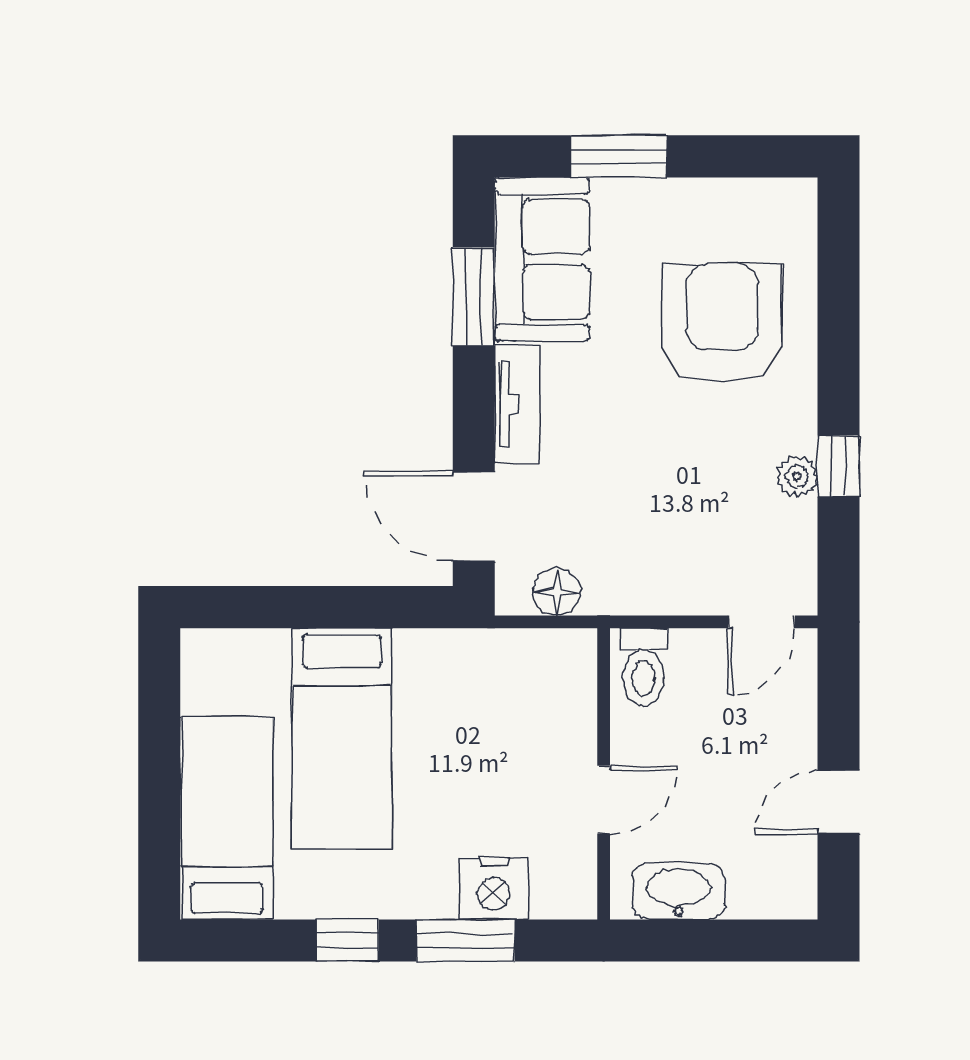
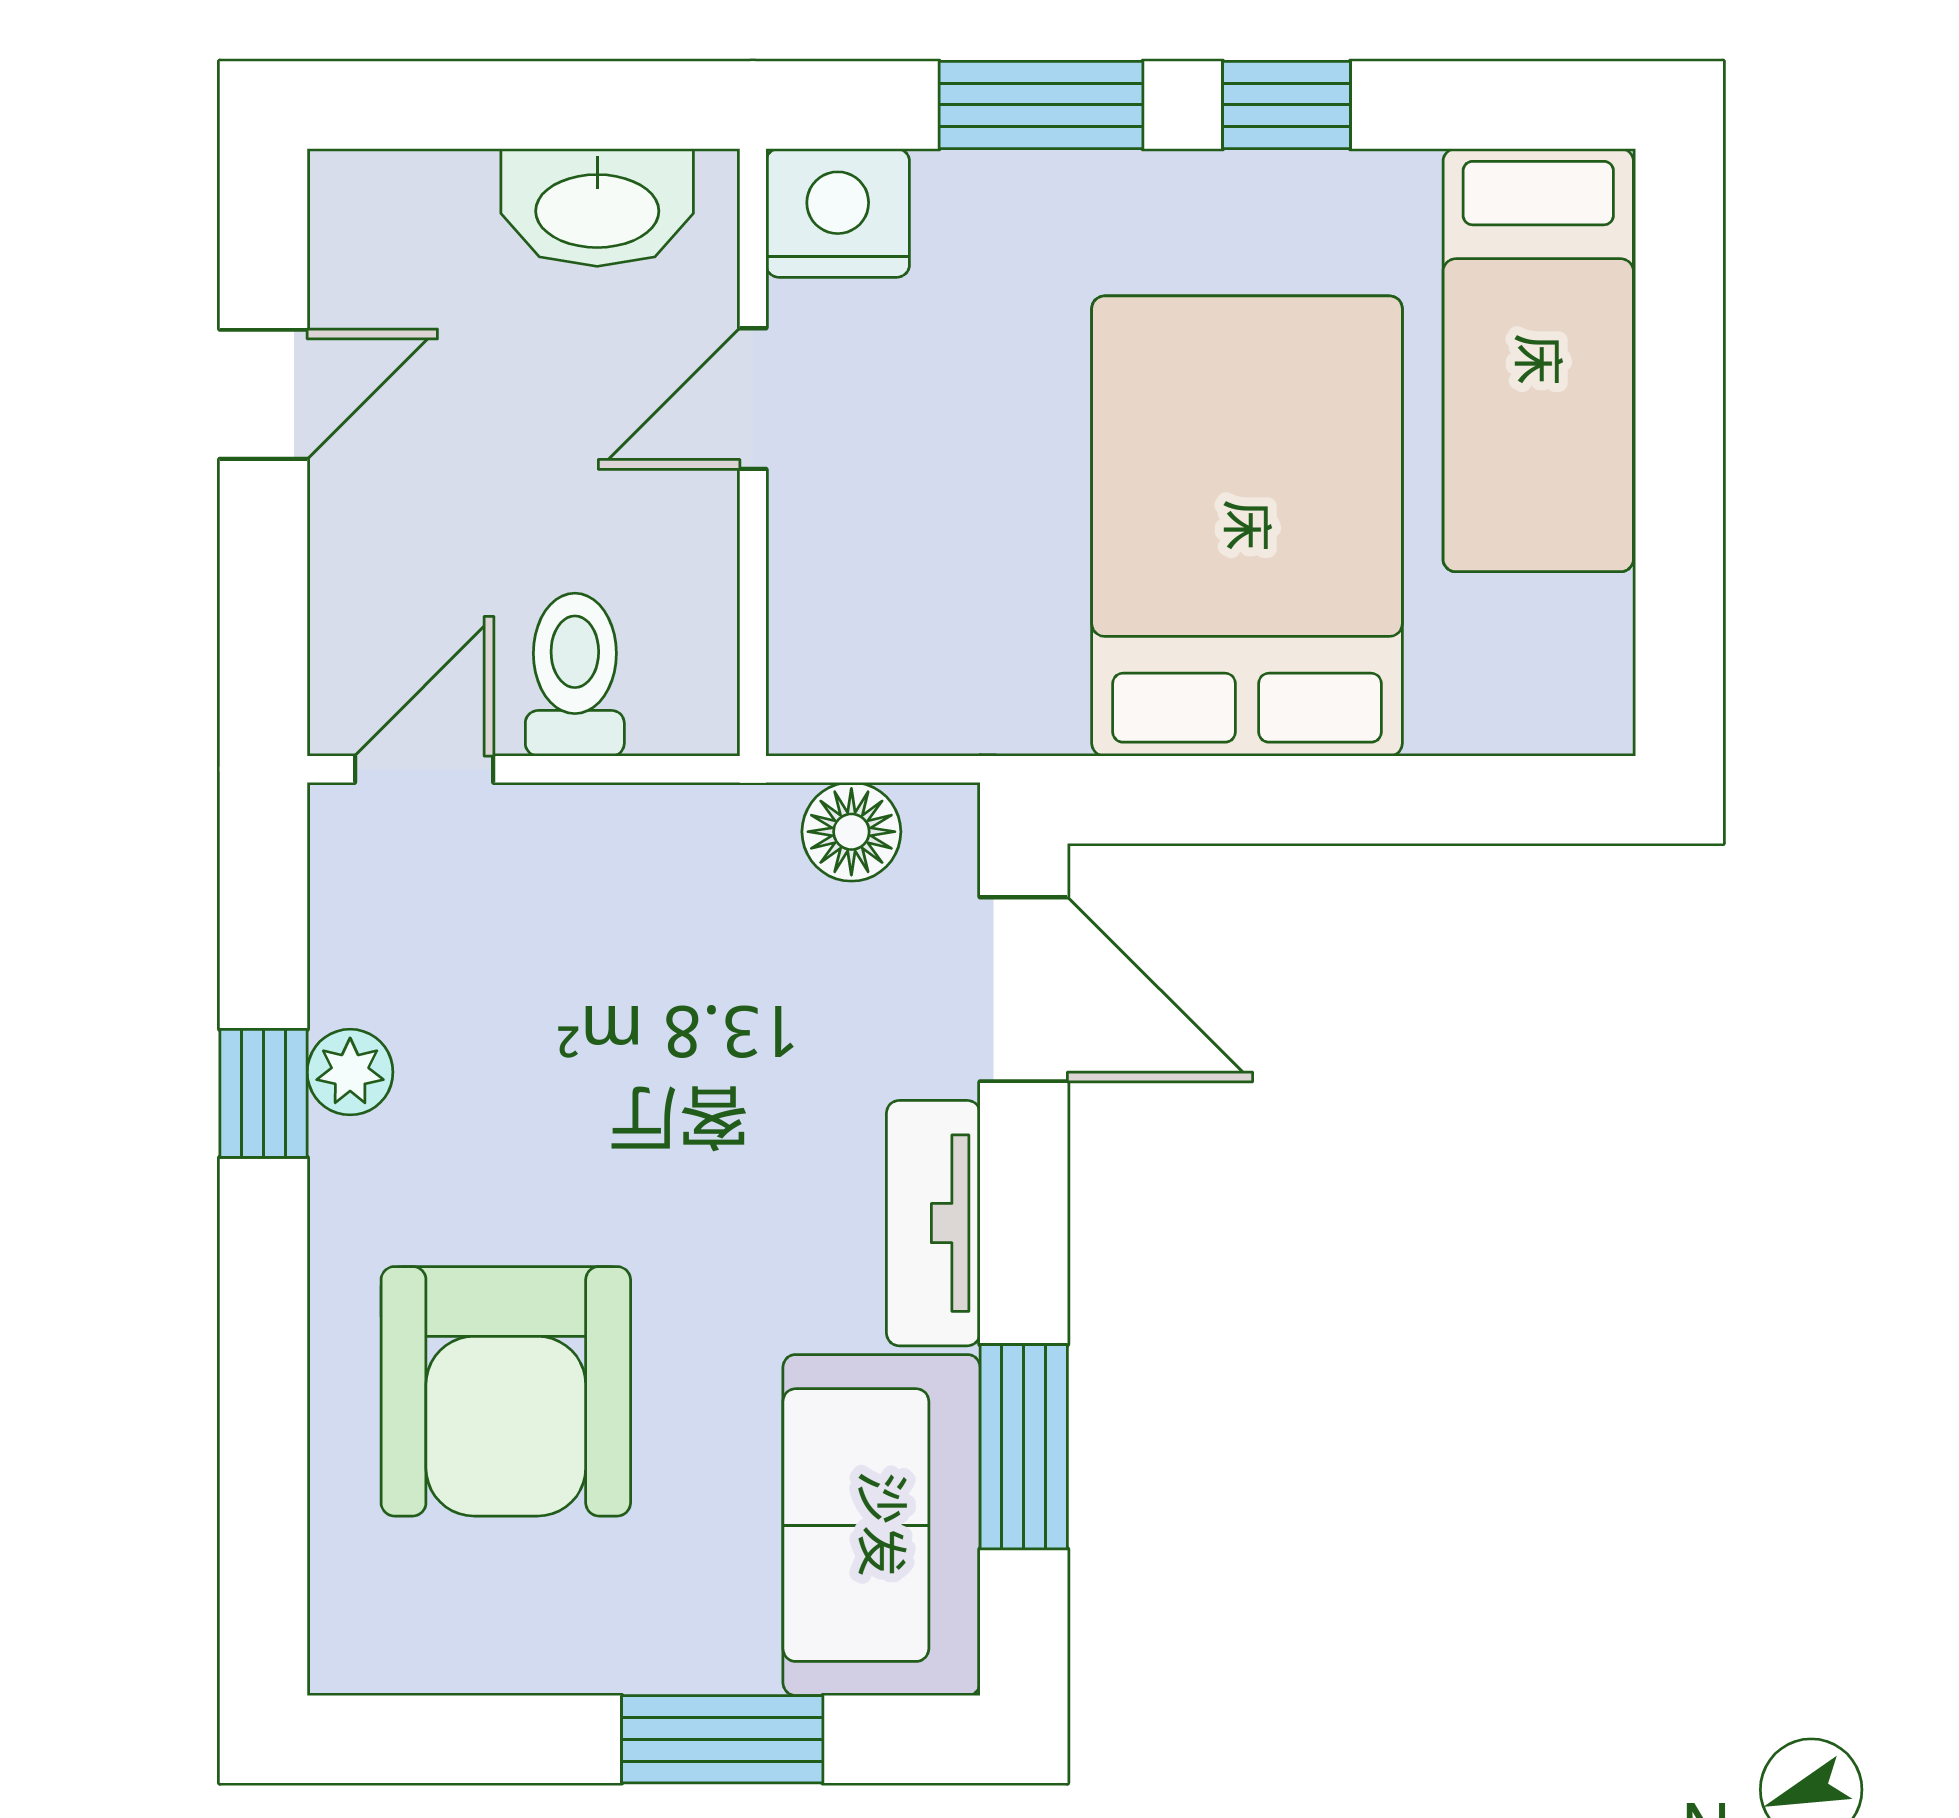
toilet: (643, 667) -> (575, 675), moved
bed: (342, 738) -> (1247, 526), width x1.50
nightstand: (494, 889) -> (838, 213), moved

